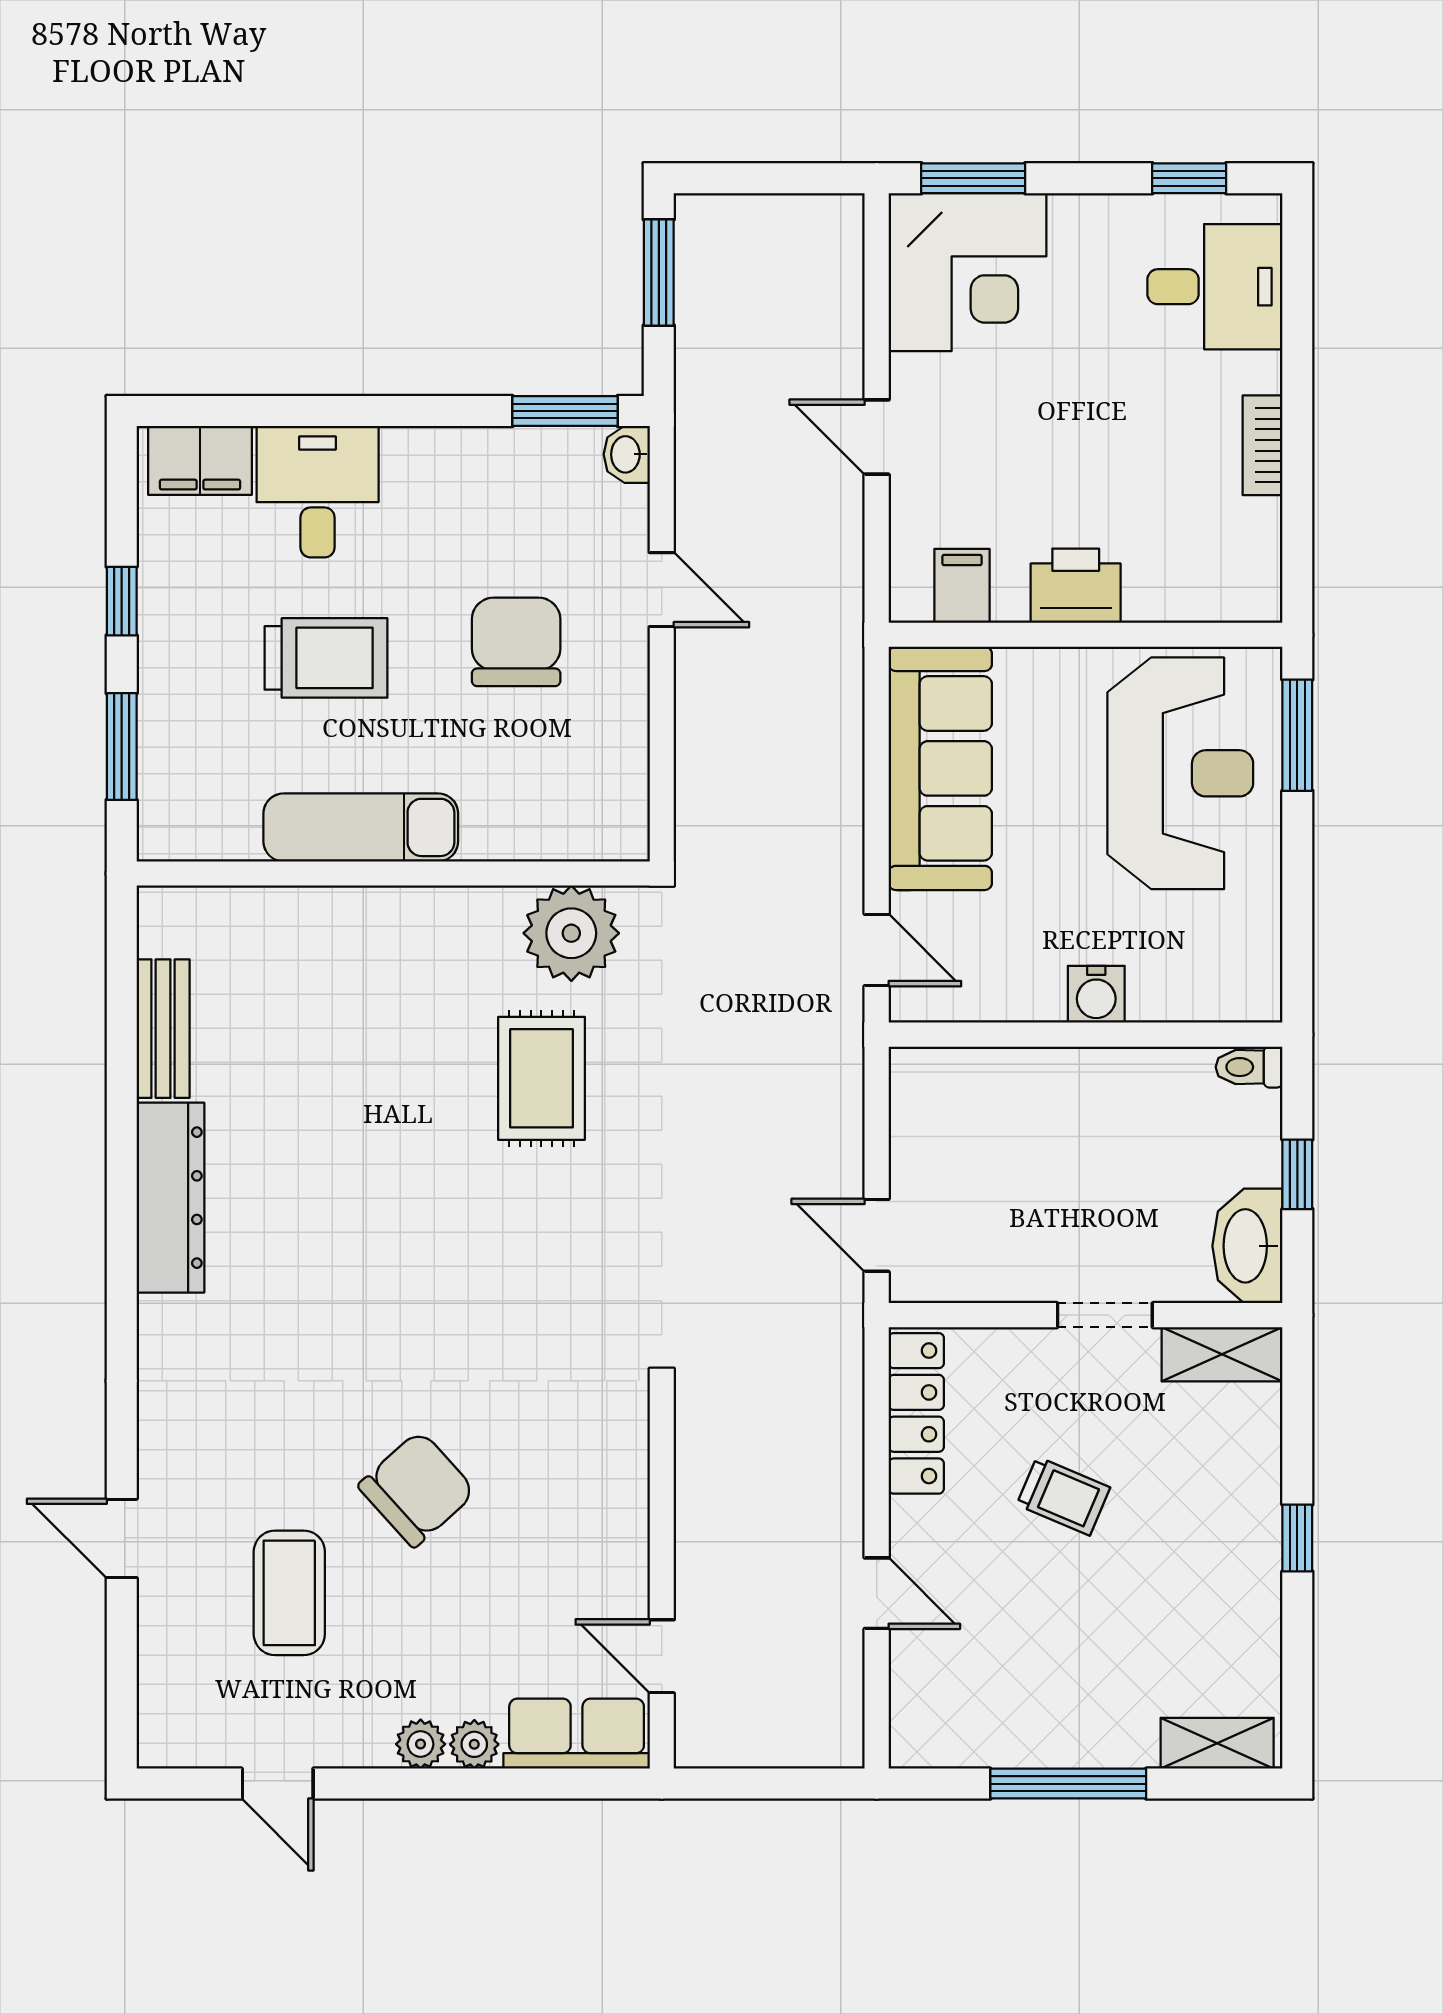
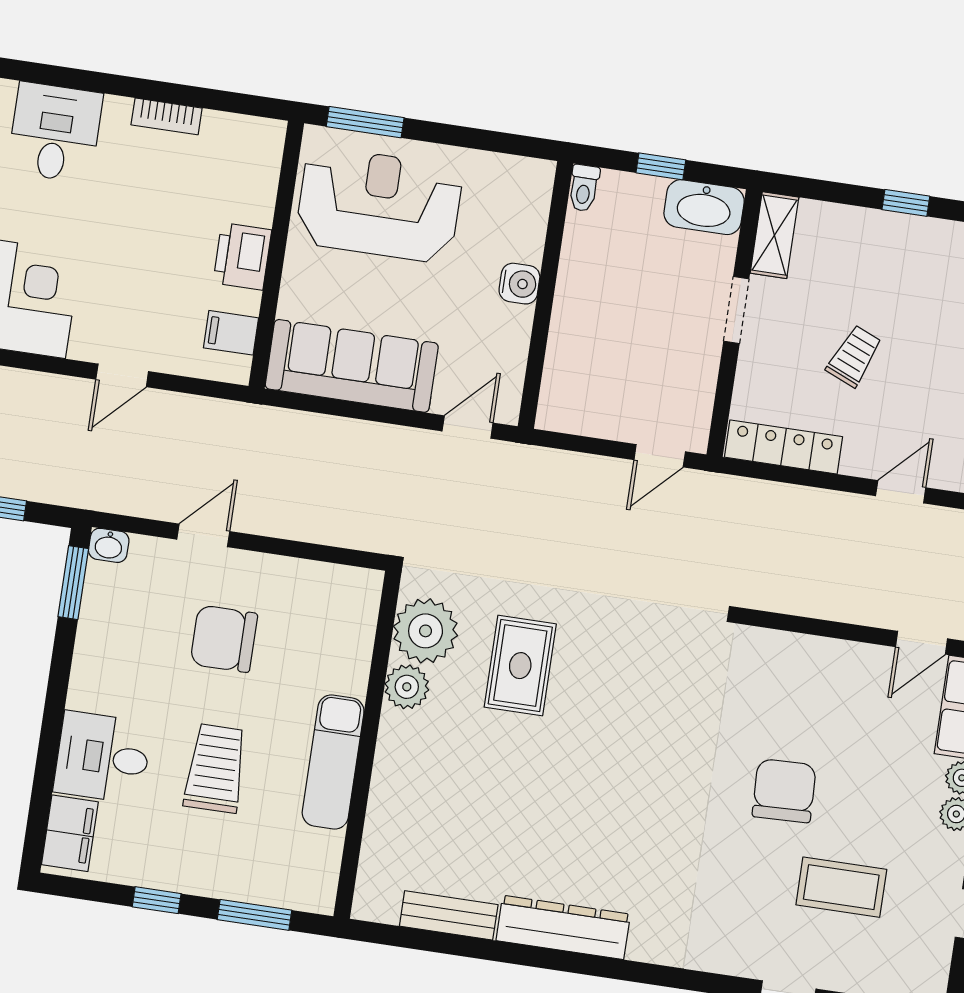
plant: (486, 918) -> (407, 687), added
rug: (541, 1078) -> (520, 666), turned 90
chair: (417, 1489) -> (784, 791), turned 40

